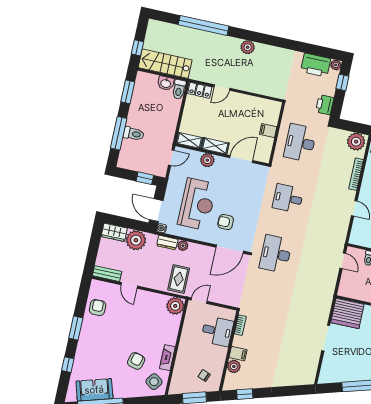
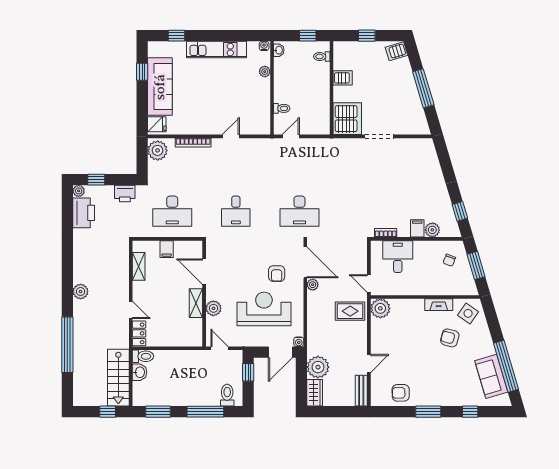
toilet: (134, 134) -> (227, 395), moved
shelving: (189, 140) -> (139, 266), moved
dresser: (167, 243) -> (313, 332), removed
plant: (183, 246) -> (313, 285), moved

